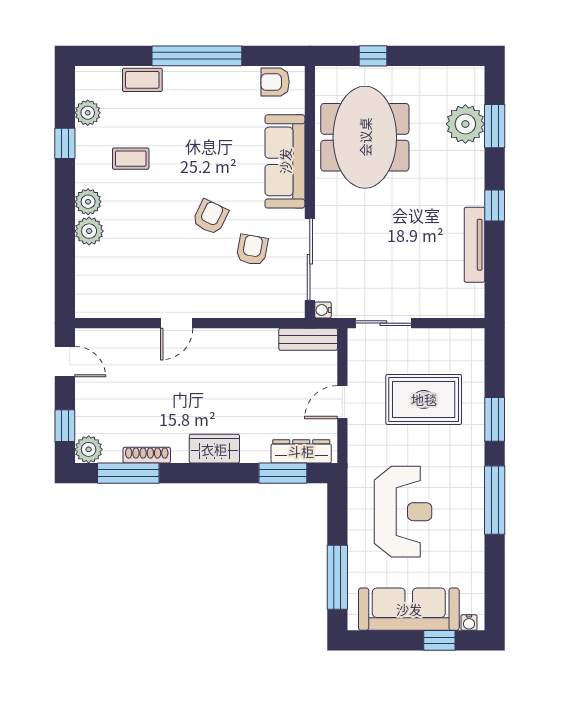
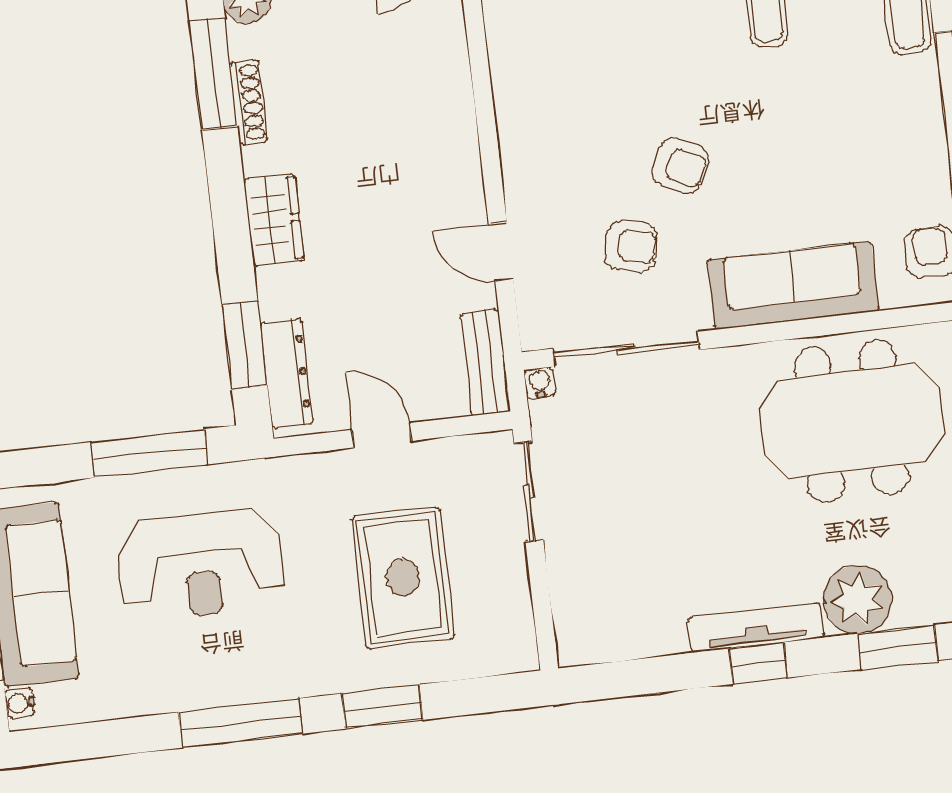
plant: (465, 124) -> (858, 599), moved
tv unit: (475, 245) -> (756, 627), moved
door: (177, 323) -> (501, 252), moved
window: (337, 577) -> (149, 453), moved

